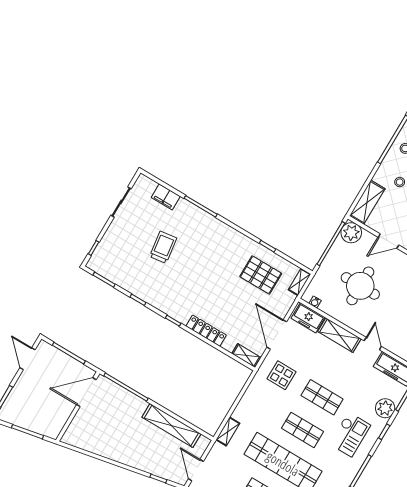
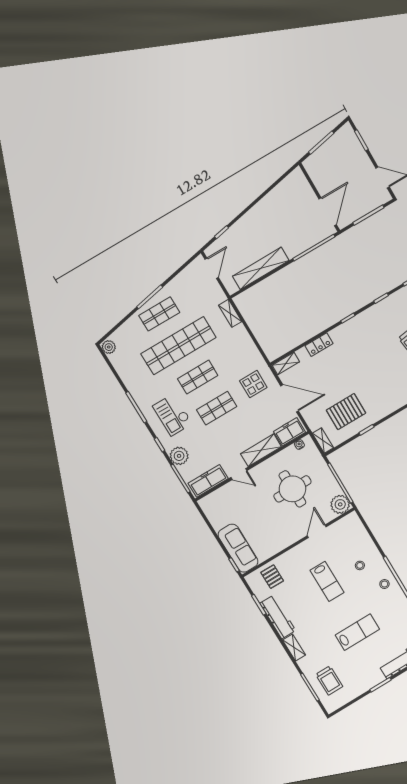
shelving: (367, 202) -> (358, 531), removed
locker: (206, 331) -> (319, 345), width x0.66
door: (196, 470) -> (212, 268), hinge flipped

